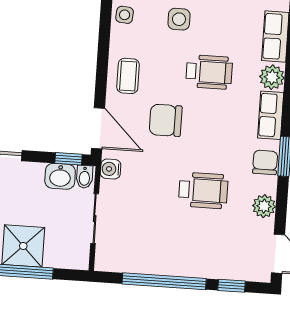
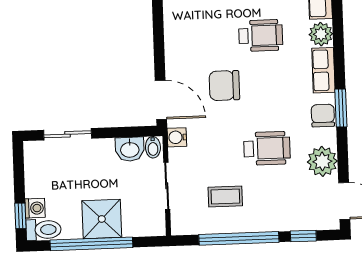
coffee table: (128, 76) -> (225, 196), moved, turned 90
window: (68, 159) -> (136, 132), removed
plant: (264, 206) -> (322, 161), width x1.36, depth x1.36

